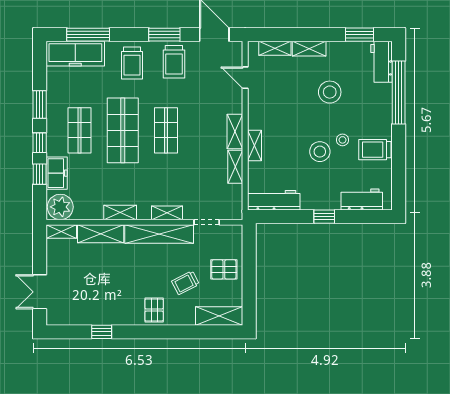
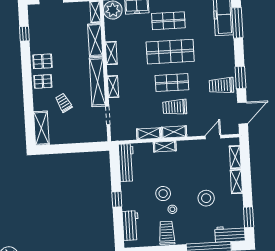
trolley: (132, 63) -> (175, 107), moved
pallet: (224, 269) -> (43, 61), moved, turned 90
window: (102, 332) -> (24, 34), moved

